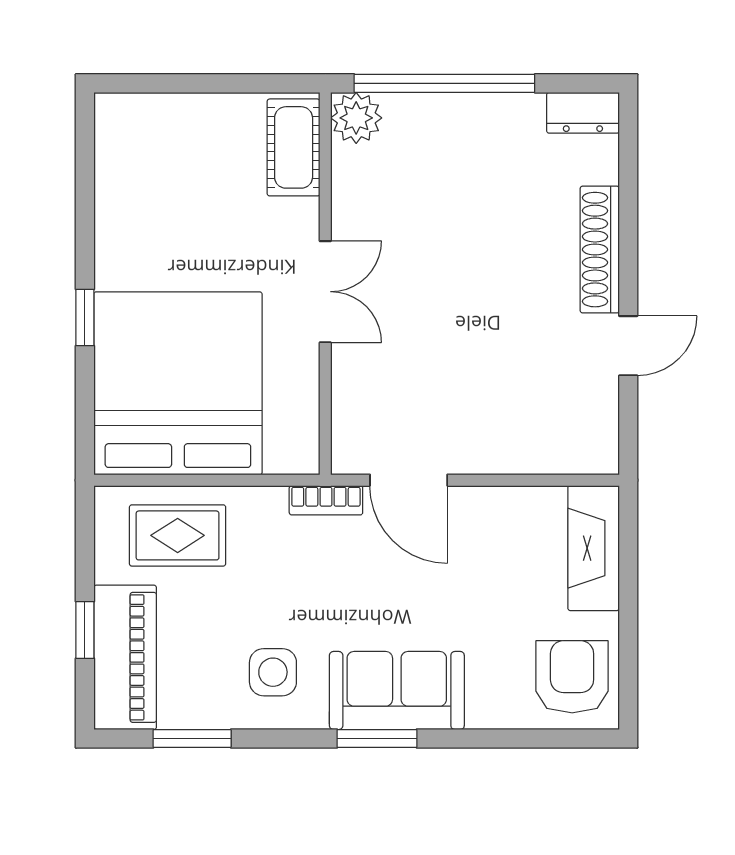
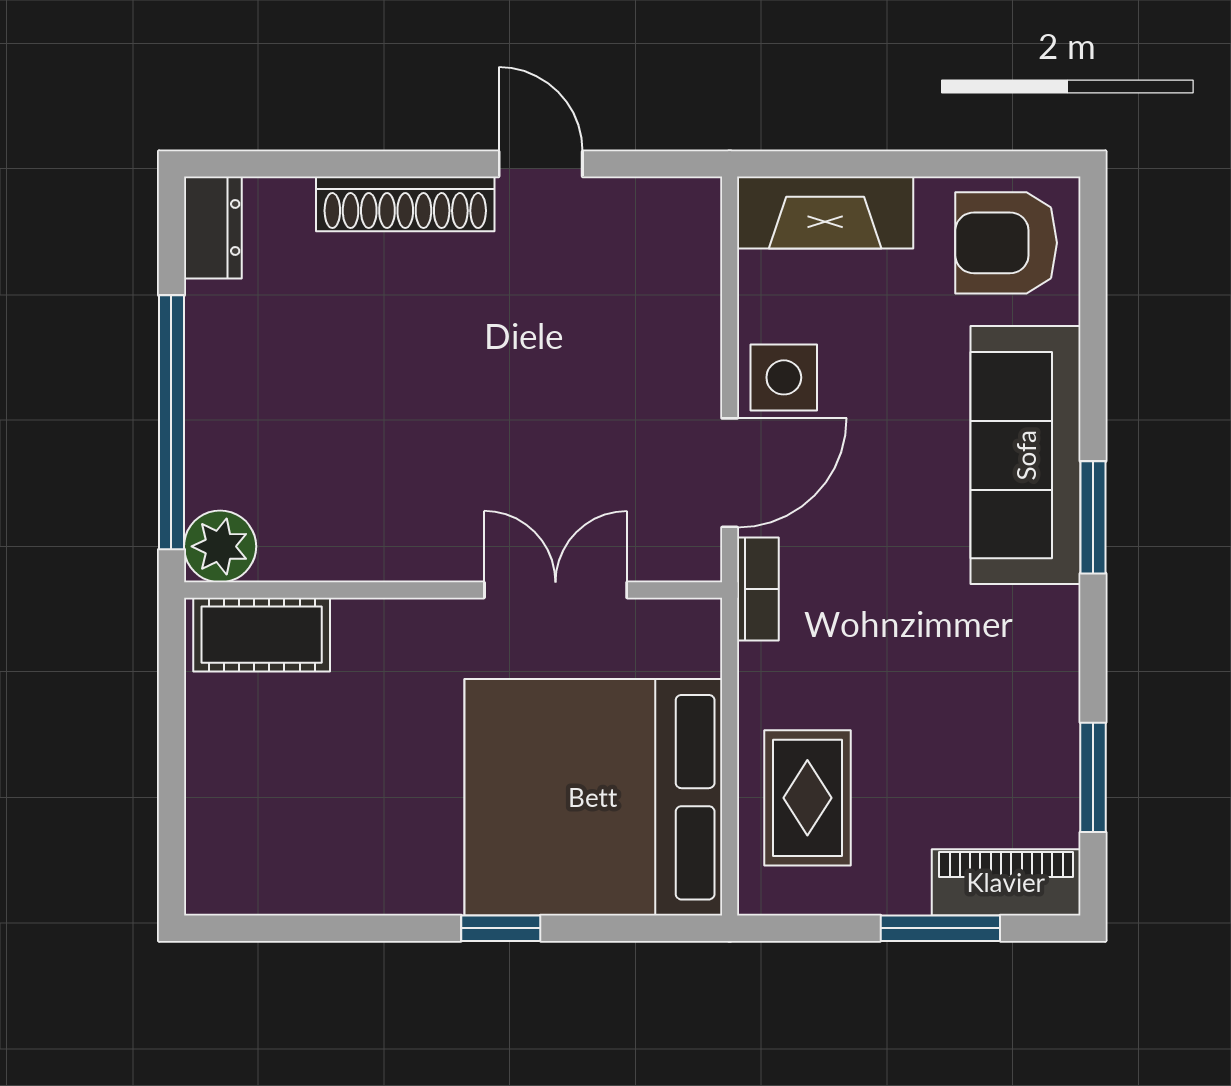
double door: (325, 292) -> (556, 590), moved
window: (85, 630) -> (940, 928), width x1.50
piano: (125, 657) -> (1006, 882), width x0.73, depth x0.75
side table: (273, 672) -> (784, 377), moved
sofa: (397, 691) -> (1026, 455), width x1.36

